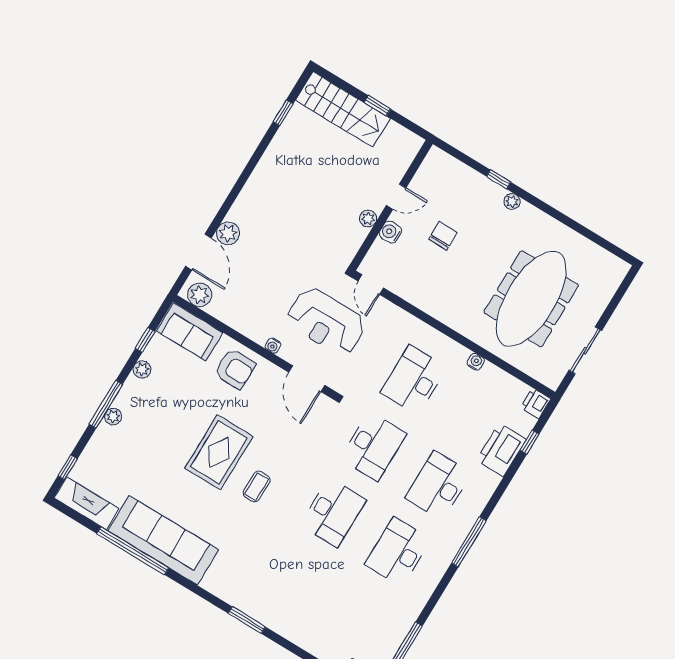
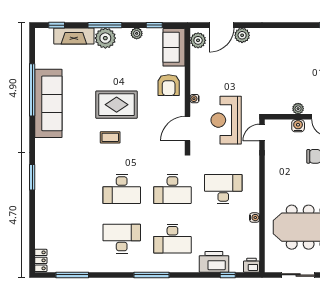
plant: (113, 417) -> (105, 38), width x1.87, depth x1.87
desk: (438, 486) -> (172, 239), turned 180
fireplace: (87, 503) -> (74, 36), moved, turned 90

